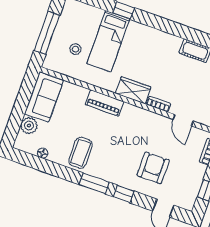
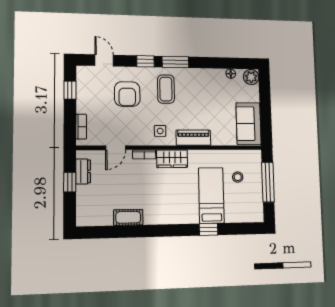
door: (183, 120) -> (116, 148), swing flipped
side table: (135, 121) -> (160, 131), added
plant: (29, 126) -> (251, 77), moved
coffee table: (81, 153) -> (166, 89), moved

